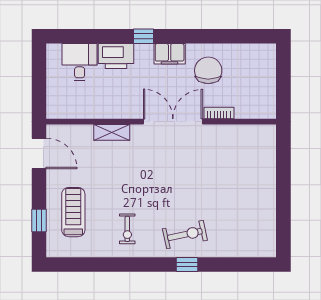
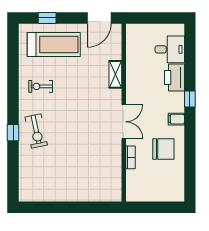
filing cabinet: (170, 54) -> (176, 119), width x0.50
double door: (173, 122) -> (124, 122), width x0.73
treadmill: (73, 212) -> (54, 45), width x1.37, depth x1.38

